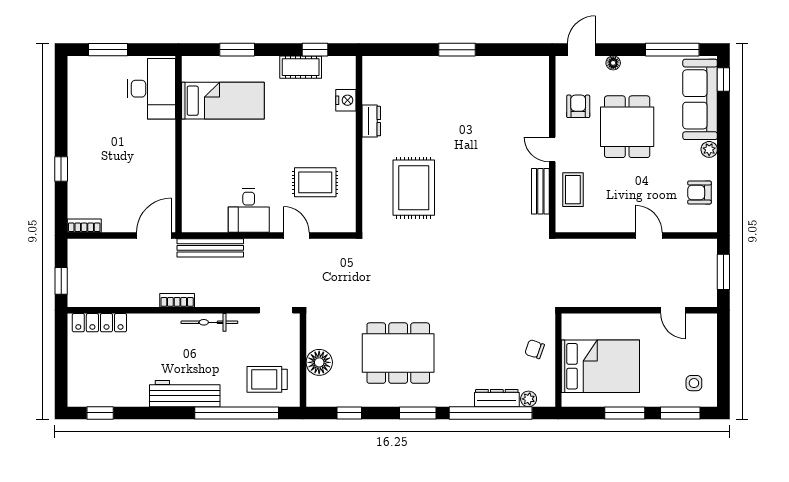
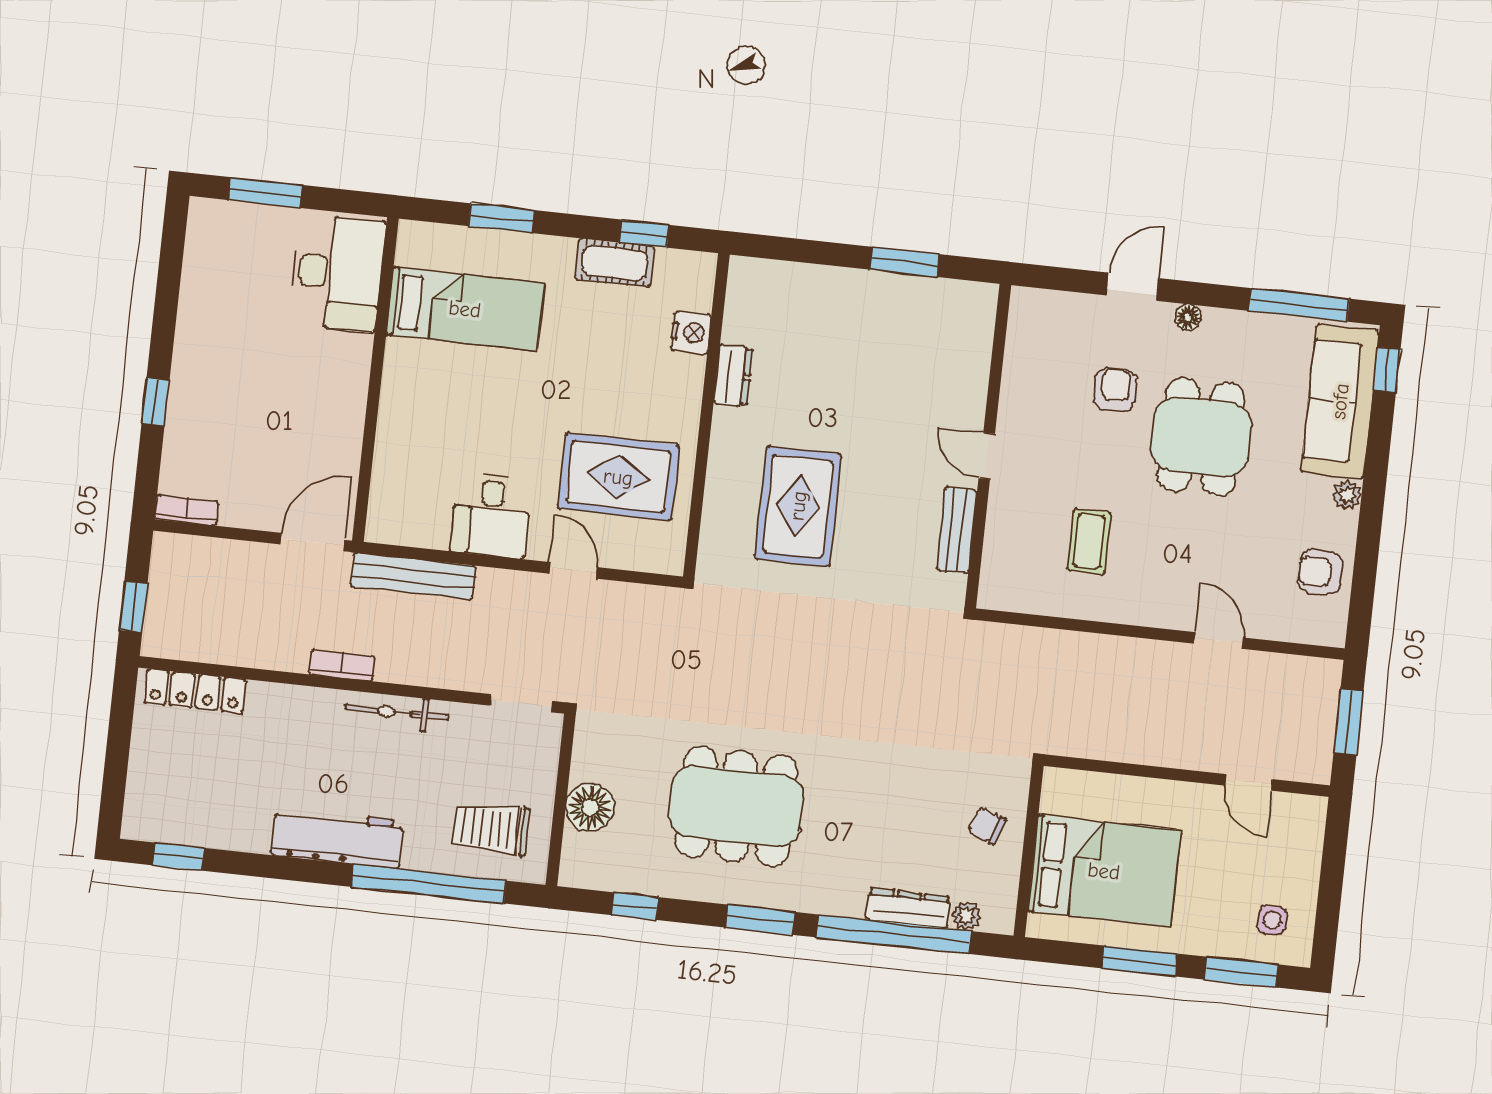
wall: (552, 144) -> (988, 446), moved
door: (552, 150) -> (987, 456), moved
rug: (315, 182) -> (618, 477), width x1.36, depth x1.43
bench: (540, 191) -> (957, 530), moved

